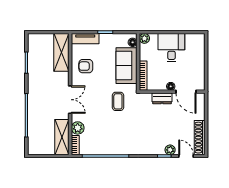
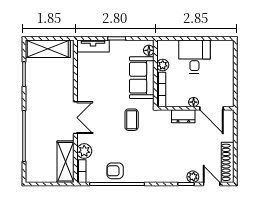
plant: (144, 38) -> (163, 65), moved
shelving: (61, 52) -> (48, 49), moved, turned 90
armchair: (86, 66) -> (115, 171), moved

